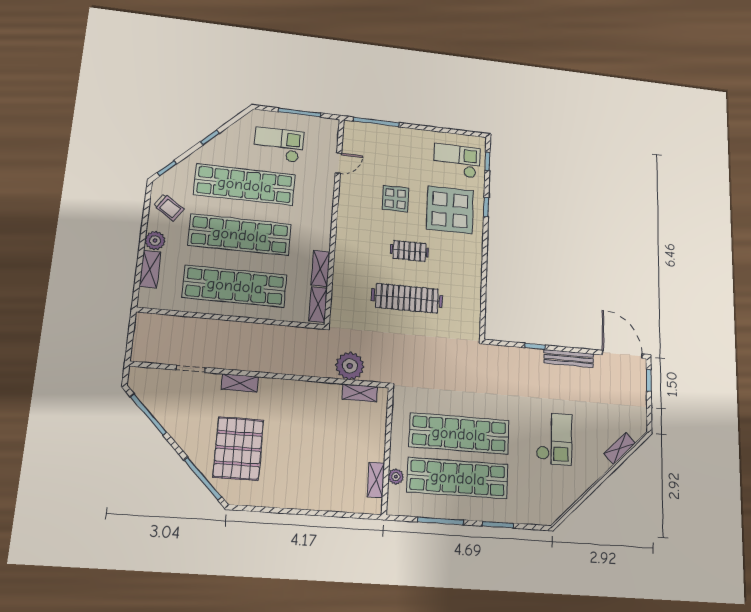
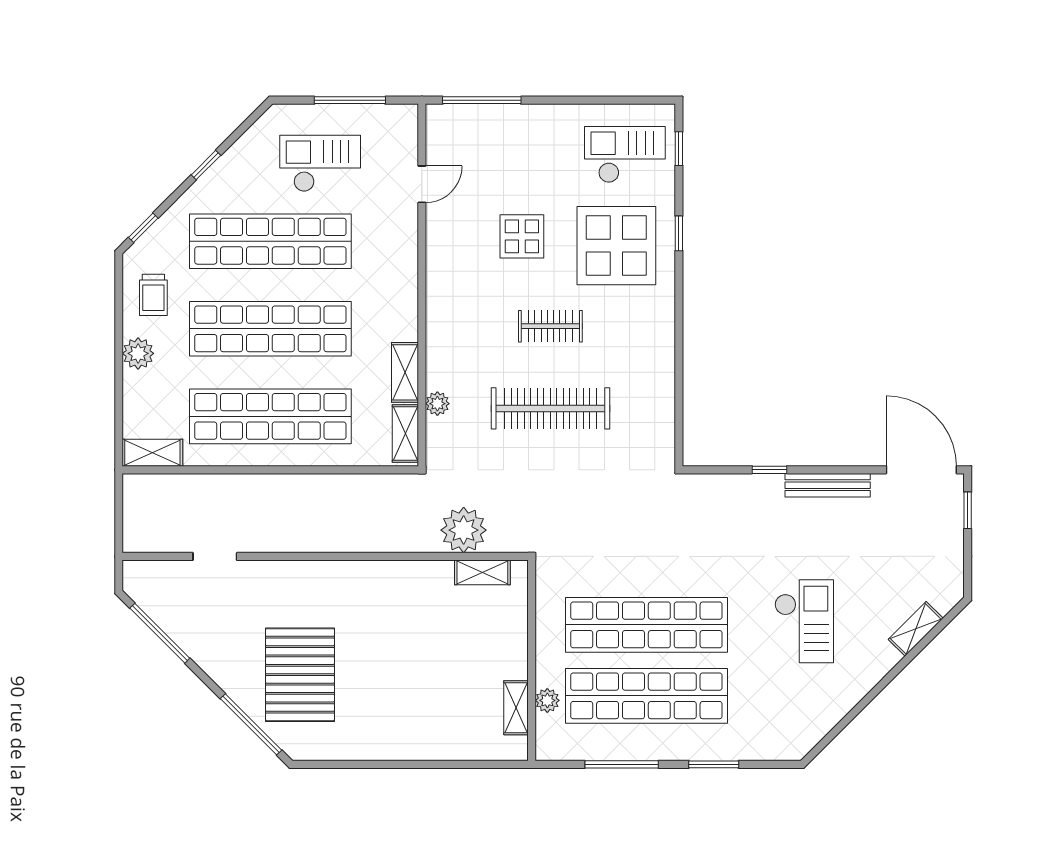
trolley: (169, 207) -> (153, 295), turned 56
shelving: (150, 269) -> (152, 453), moved, turned 90
plant: (339, 289) -> (437, 404), added
shelving: (240, 383) -> (293, 572), removed

